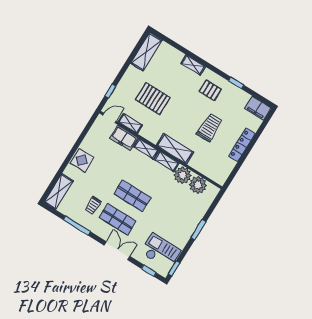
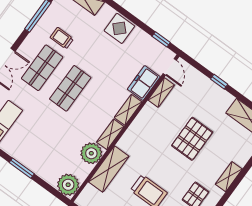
window: (110, 91) -> (219, 82), moved
pallet: (153, 99) -> (192, 139), moved
window: (88, 127) -> (161, 39), added
shelving: (175, 149) -> (109, 169), moved
plant: (198, 185) -> (68, 185), moved

